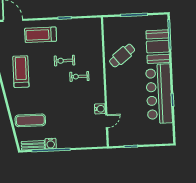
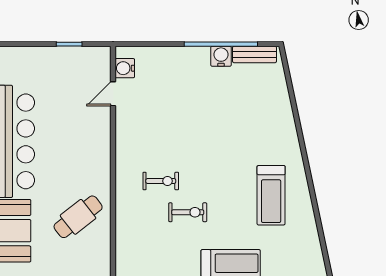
water cooler: (100, 109) -> (125, 68), moved
exercise mat: (30, 120) -> (257, 102), removed

